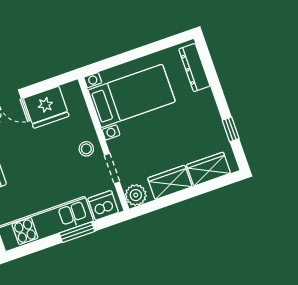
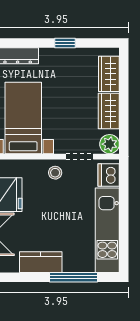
window: (231, 129) -> (65, 43), moved
window: (77, 232) -> (124, 206), removed

